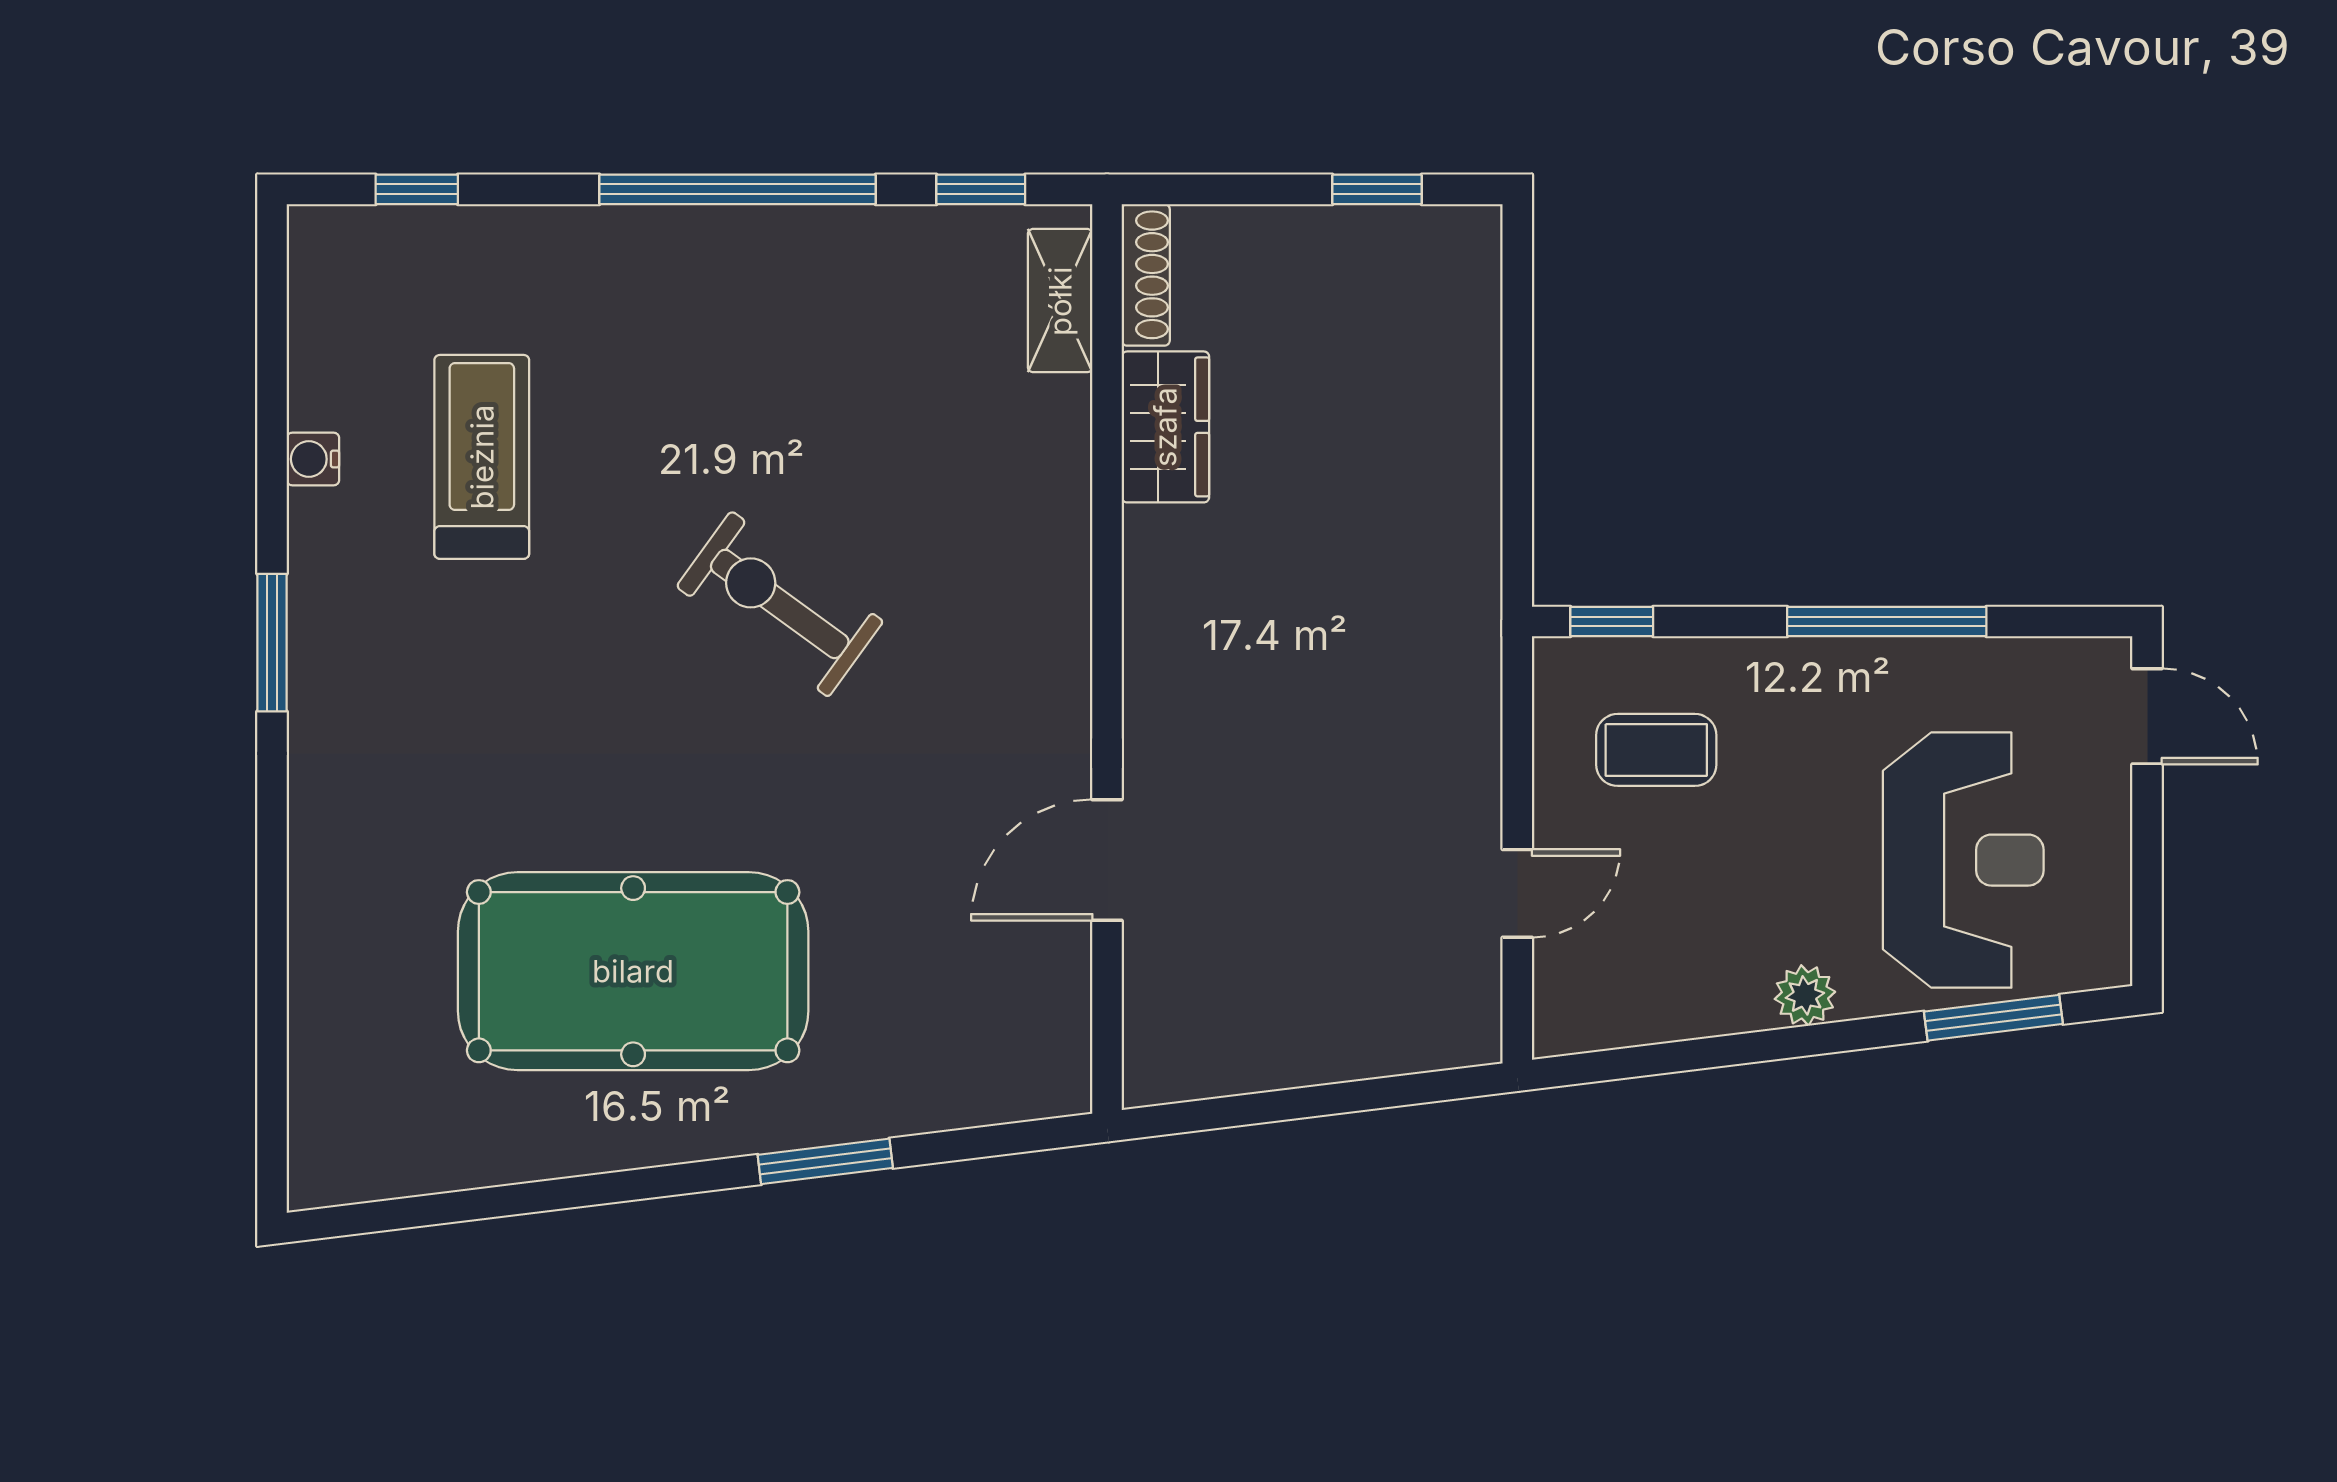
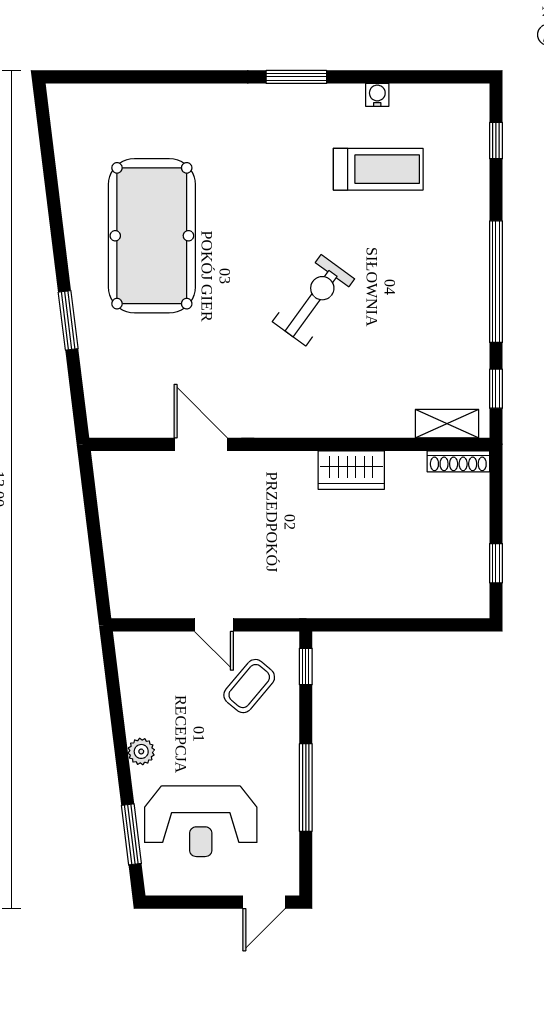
wardrobe: (1165, 427) -> (351, 470), moved
coffee table: (1656, 750) -> (249, 686), turned 40
door: (1517, 893) -> (214, 625), moved

